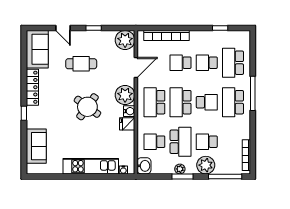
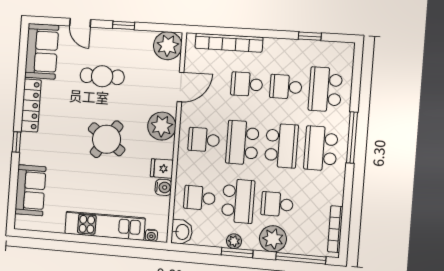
school desk: (154, 102) -> (204, 140), width x0.54
school desk: (207, 102) -> (281, 146), width x1.85
water cooler: (129, 111) -> (163, 187), moved

